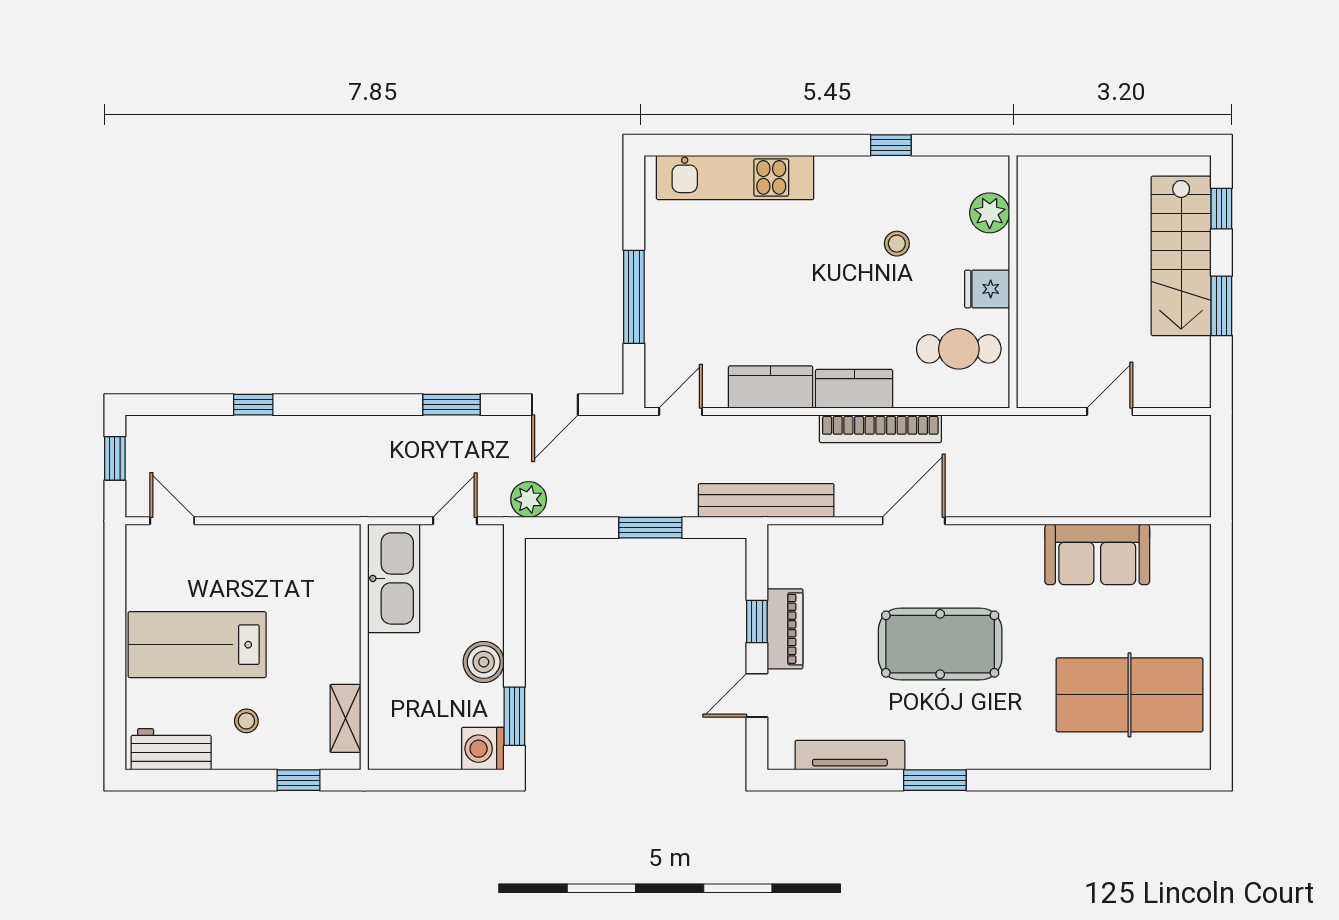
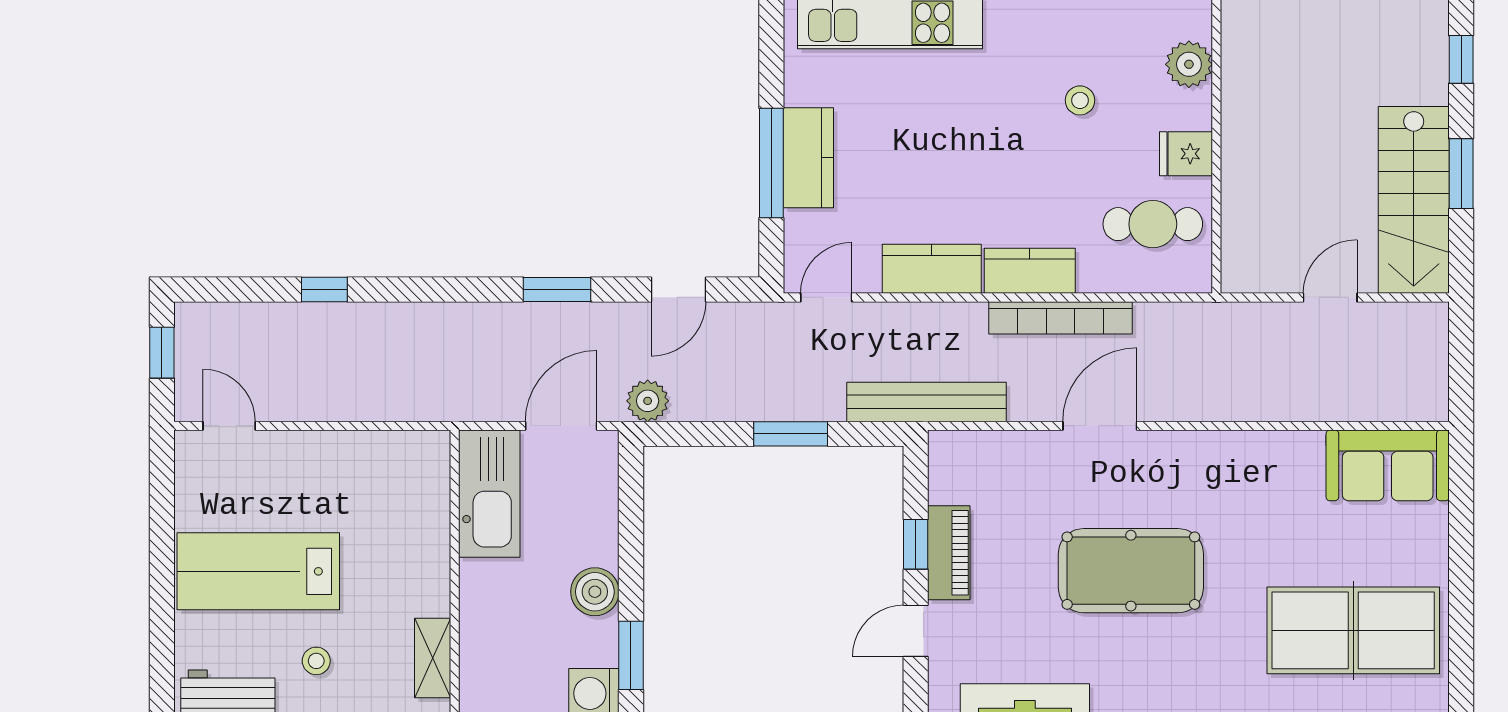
stairs: (1181, 256) -> (1414, 200), moved
kitchen counter: (666, 292) -> (808, 158), added
door: (455, 521) -> (561, 426), width x1.38
sofa: (1097, 554) -> (1388, 465), moved

